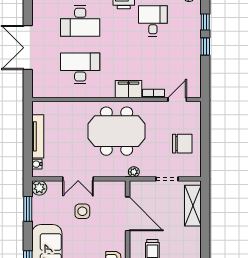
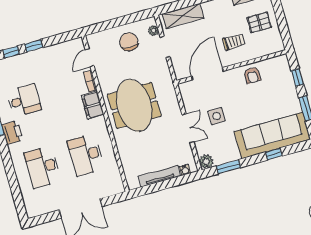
desk: (80, 21) -> (43, 167), turned 180
desk: (153, 21) -> (24, 100), turned 180
door: (177, 100) -> (90, 58), hinge flipped
plant: (134, 172) -> (154, 31), moved

